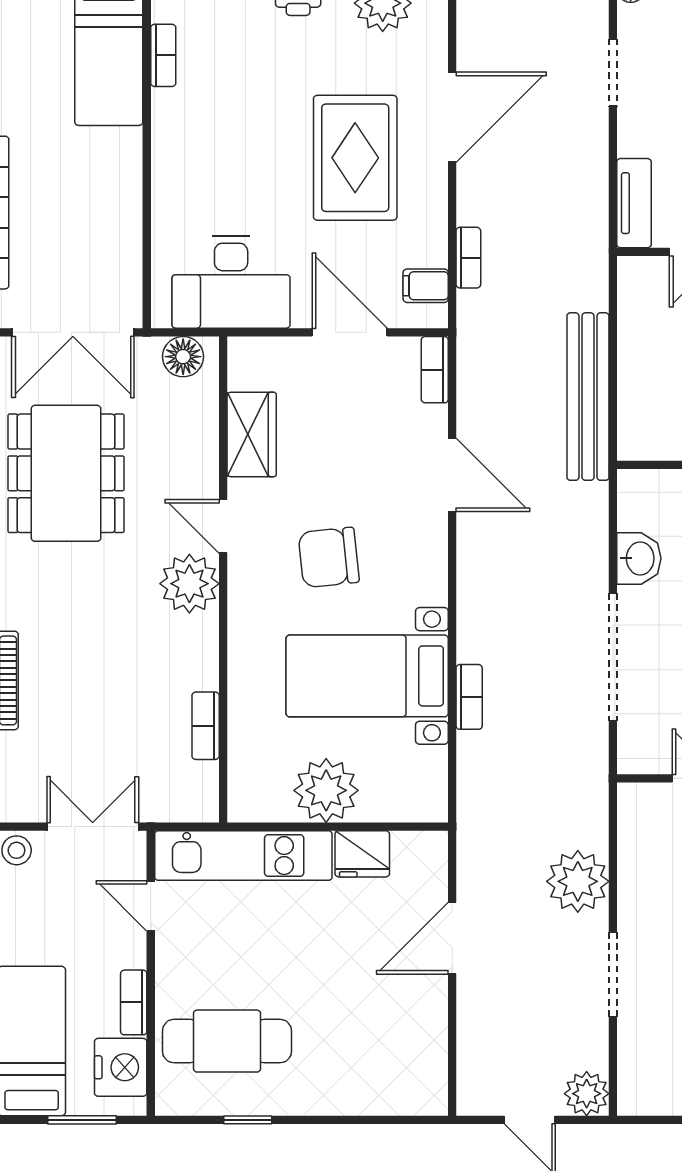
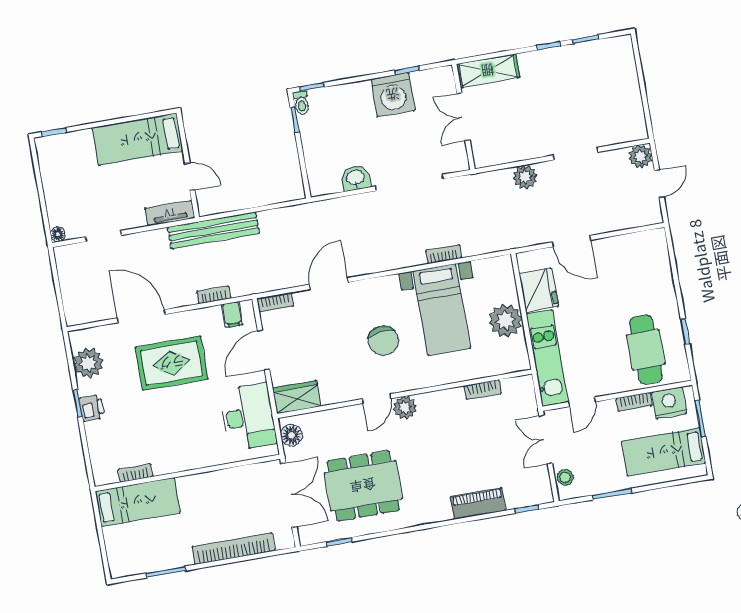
bench: (588, 397) -> (214, 230), moved
wardrobe: (252, 434) -> (297, 397), moved
plant: (189, 584) -> (405, 408), width x0.73, depth x0.73
fridge: (362, 854) -> (539, 290), width x1.36, depth x1.34
plant: (578, 881) -> (525, 177), width x0.73, depth x0.73

